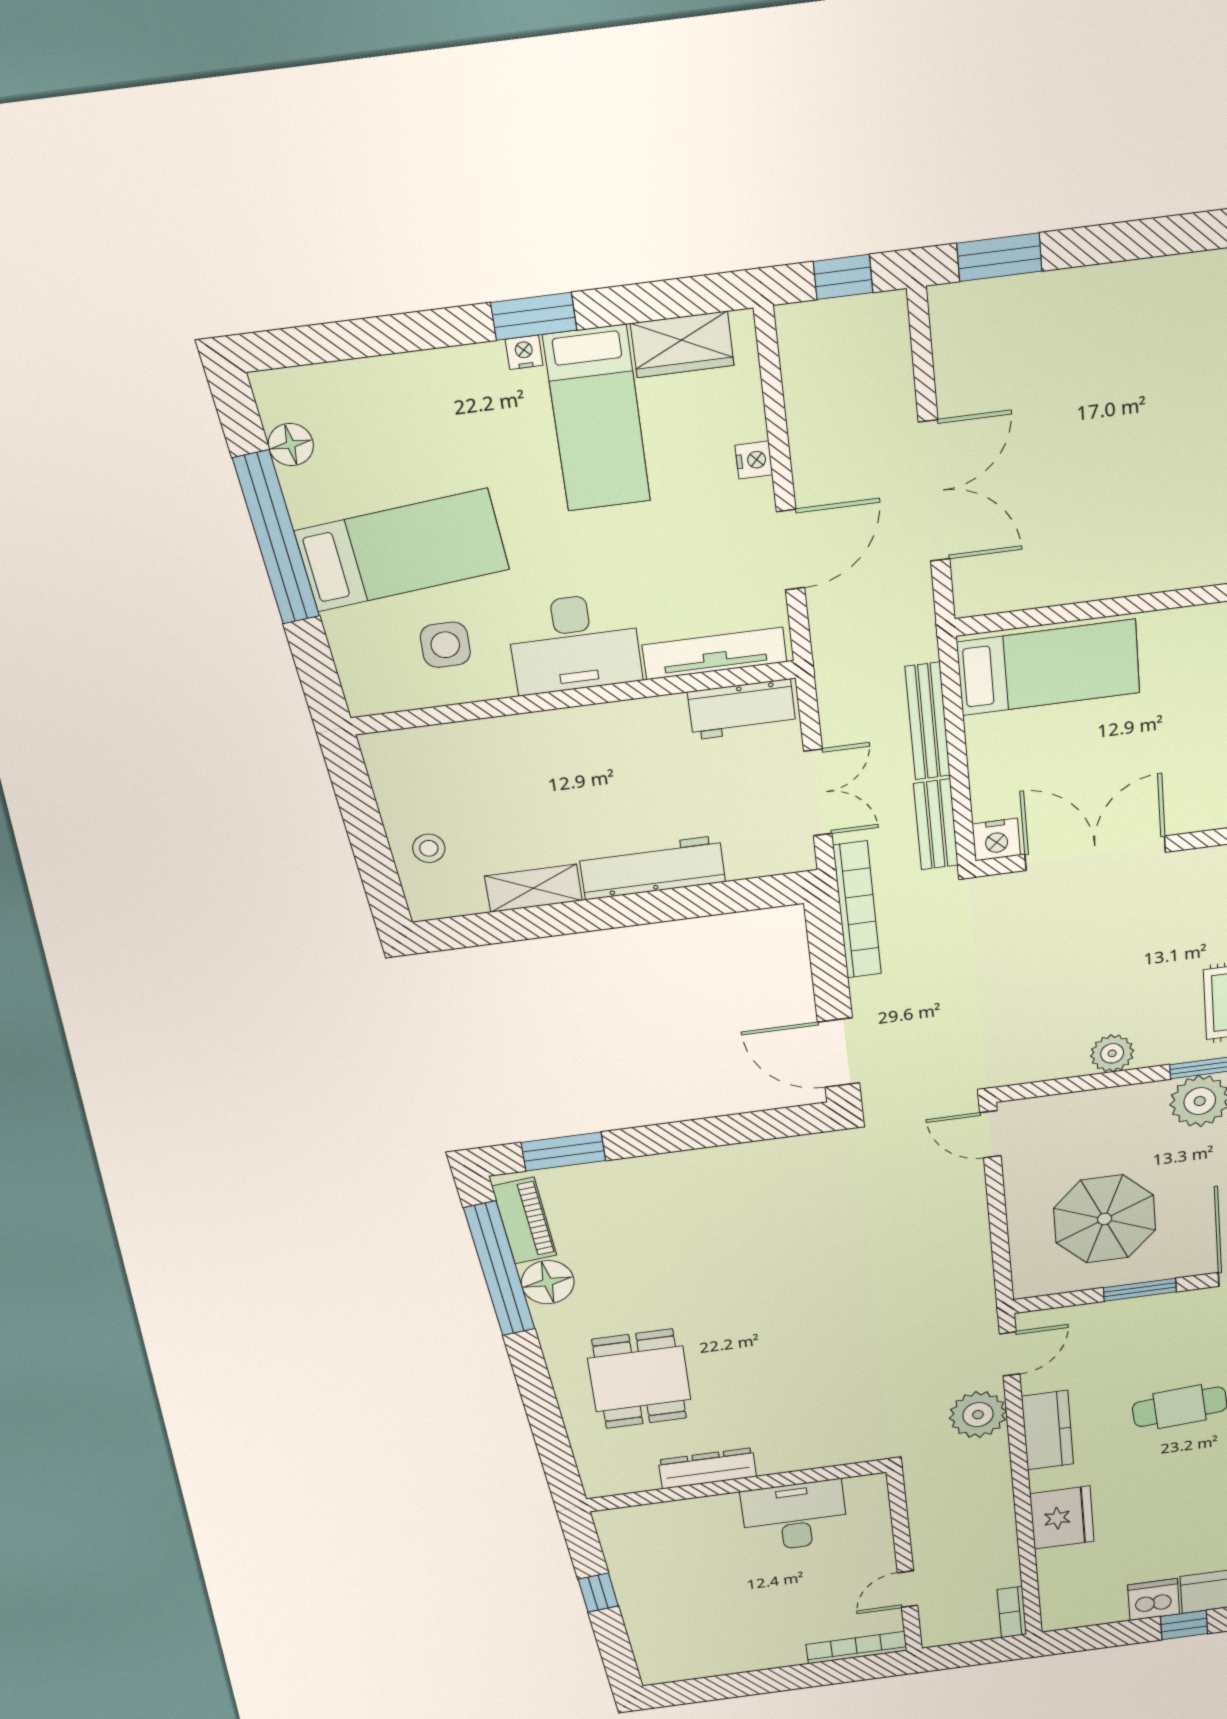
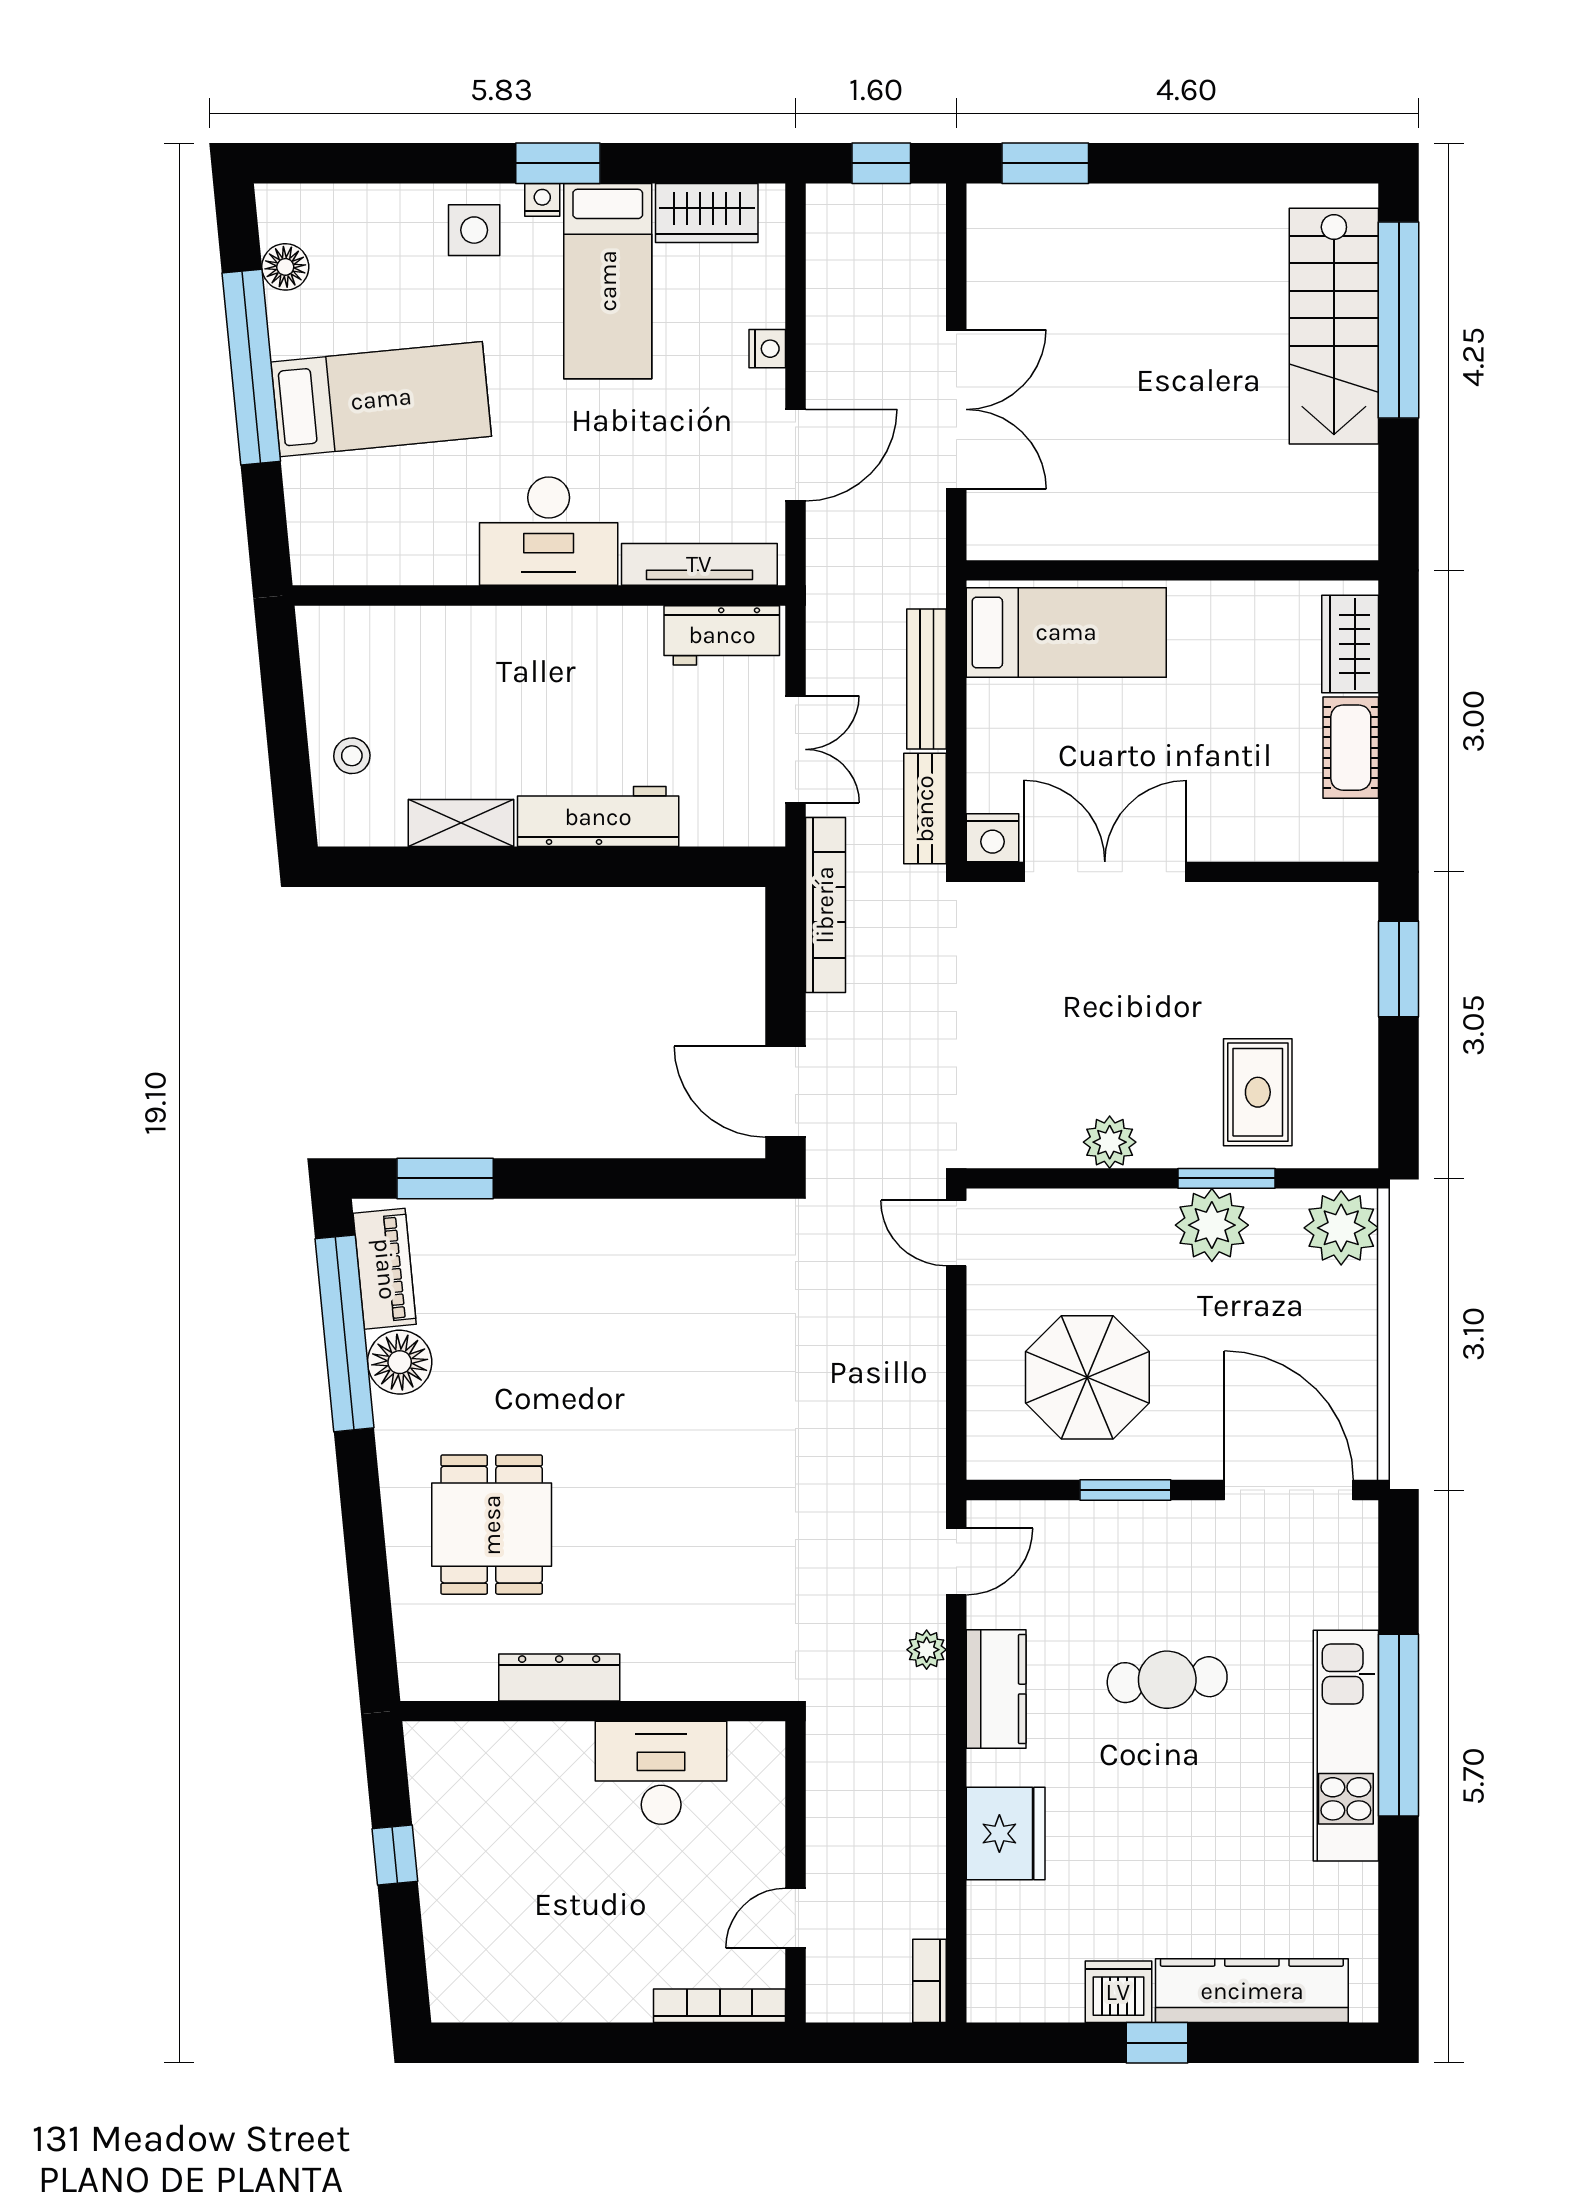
side table: (445, 645) -> (474, 230), moved
plant: (978, 1415) -> (927, 1650), width x0.53, depth x0.53

